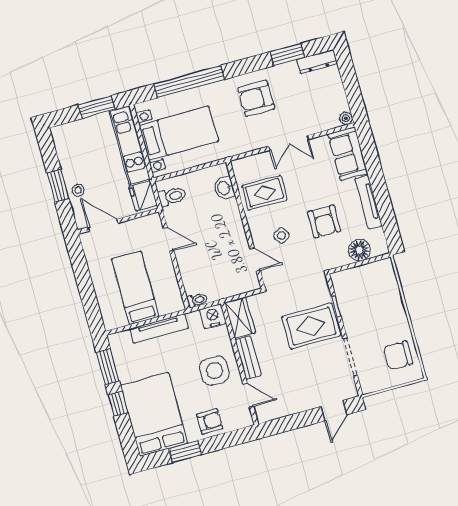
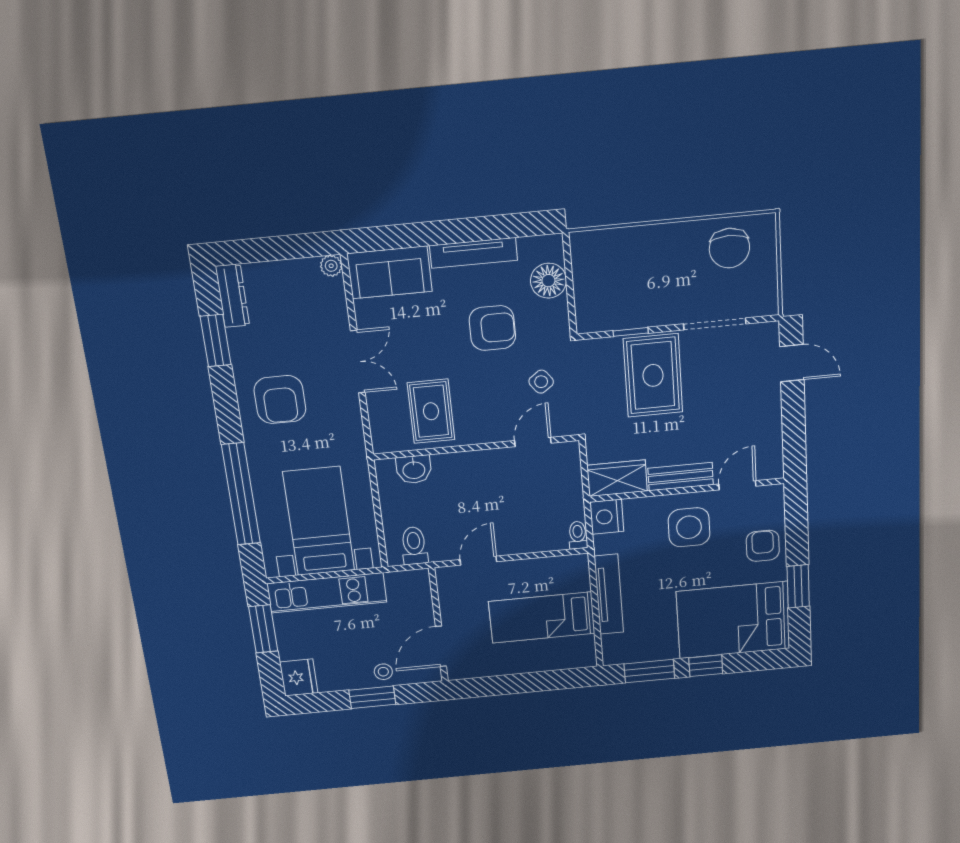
fridge: (143, 196) -> (299, 677), moved, turned -90
side table: (281, 235) -> (541, 382), moved

